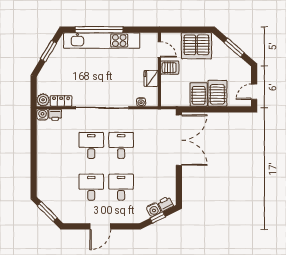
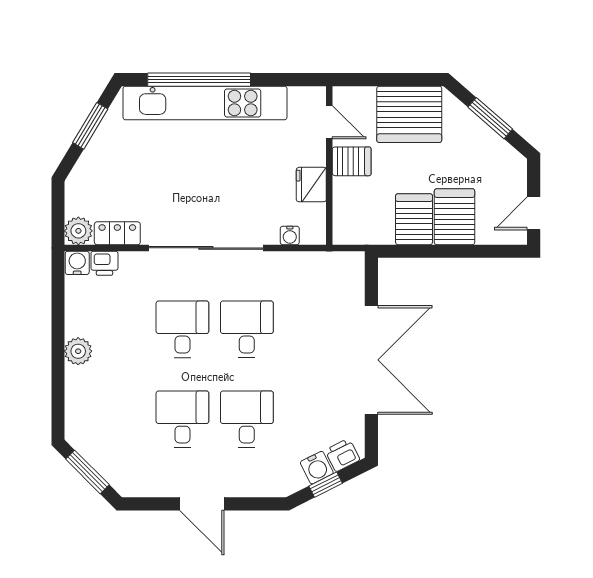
double door: (179, 140) -> (371, 360), moved
plant: (43, 156) -> (78, 351), added
door: (100, 226) -> (202, 504), hinge flipped

